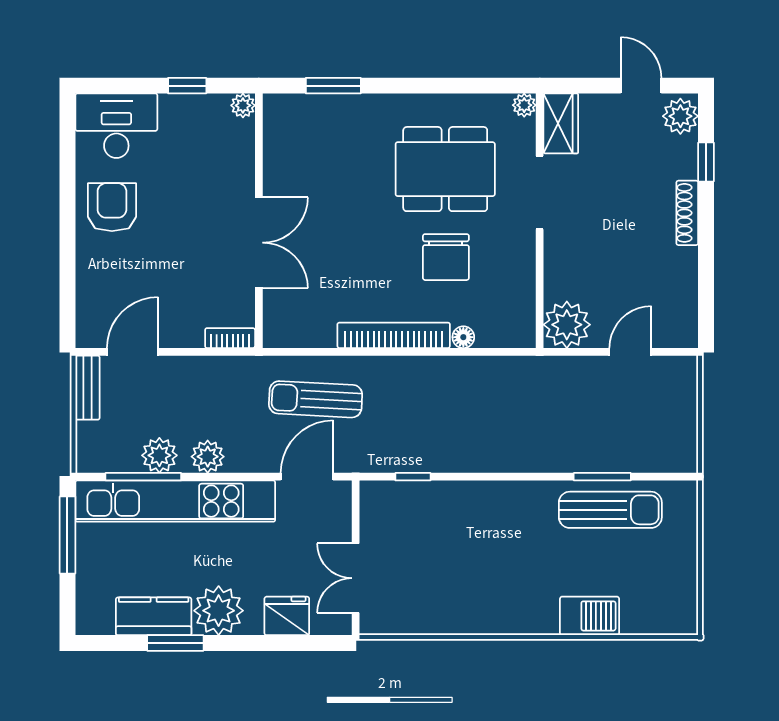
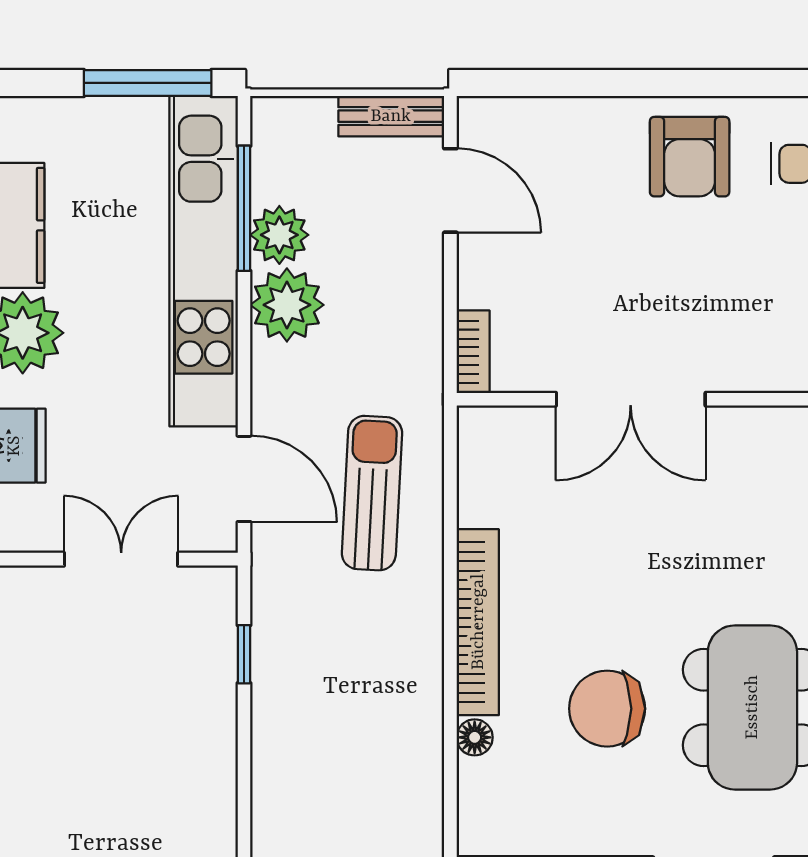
armchair: (112, 207) -> (690, 157), turned 90
plant: (208, 457) -> (287, 305), width x1.36, depth x1.36
double door: (356, 578) -> (121, 559), moved

